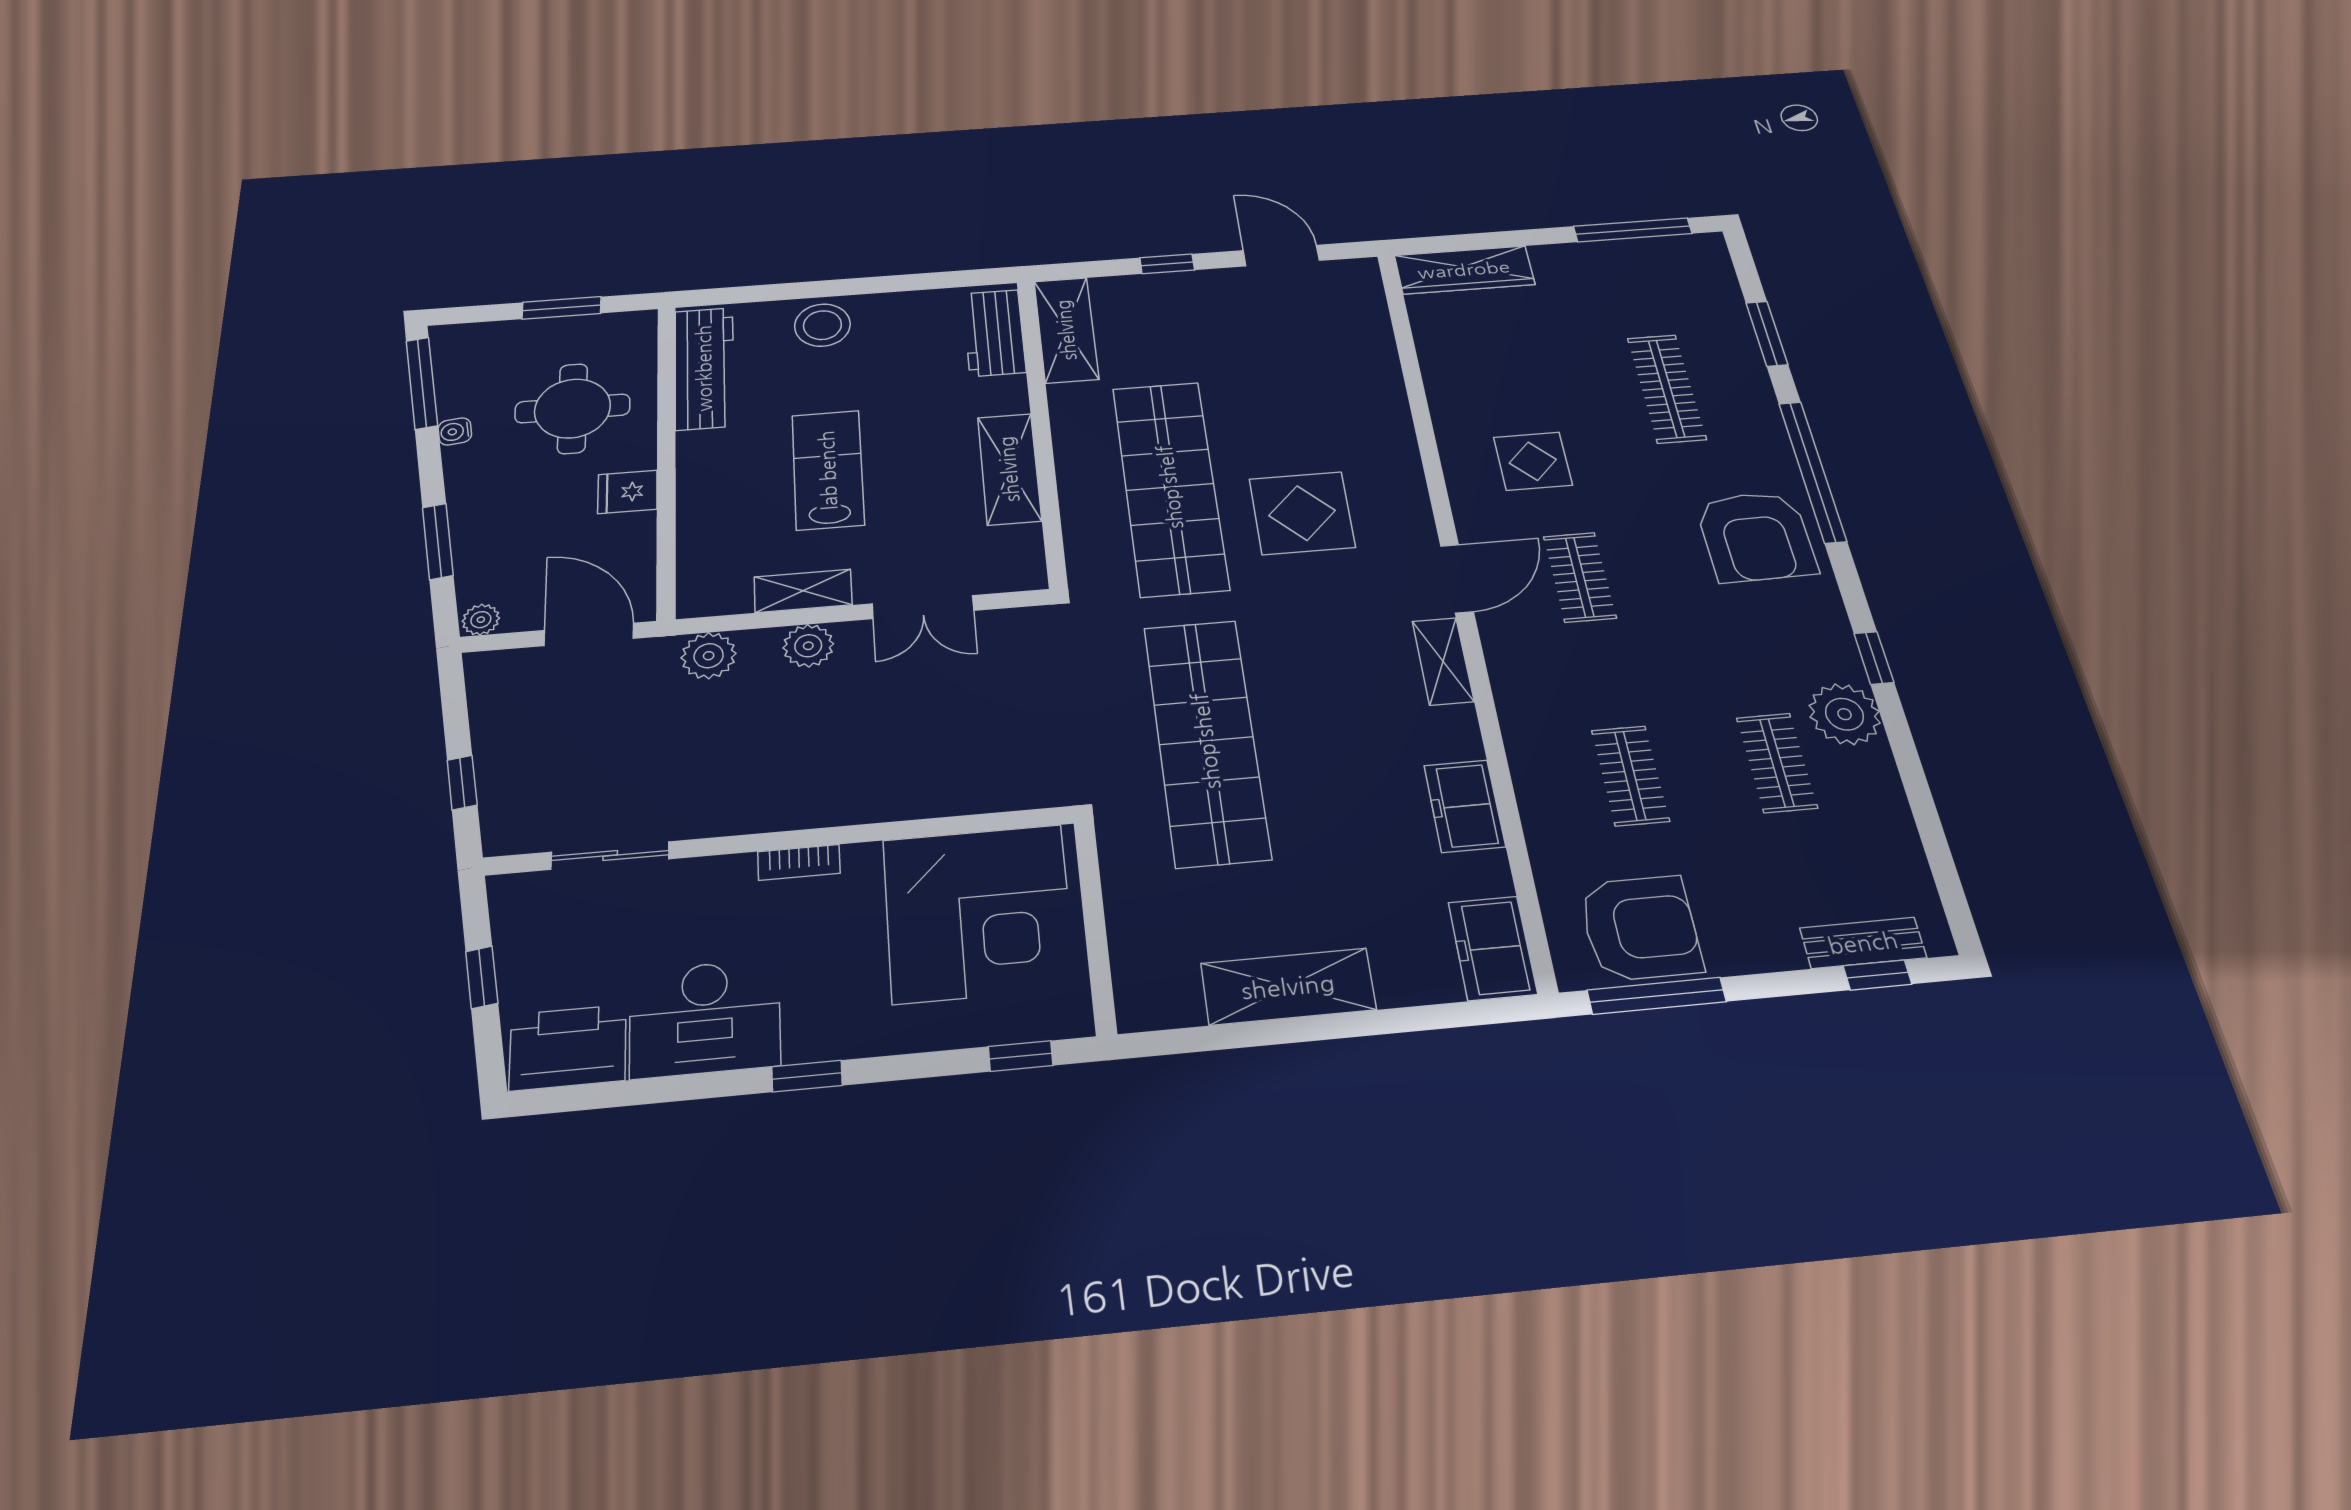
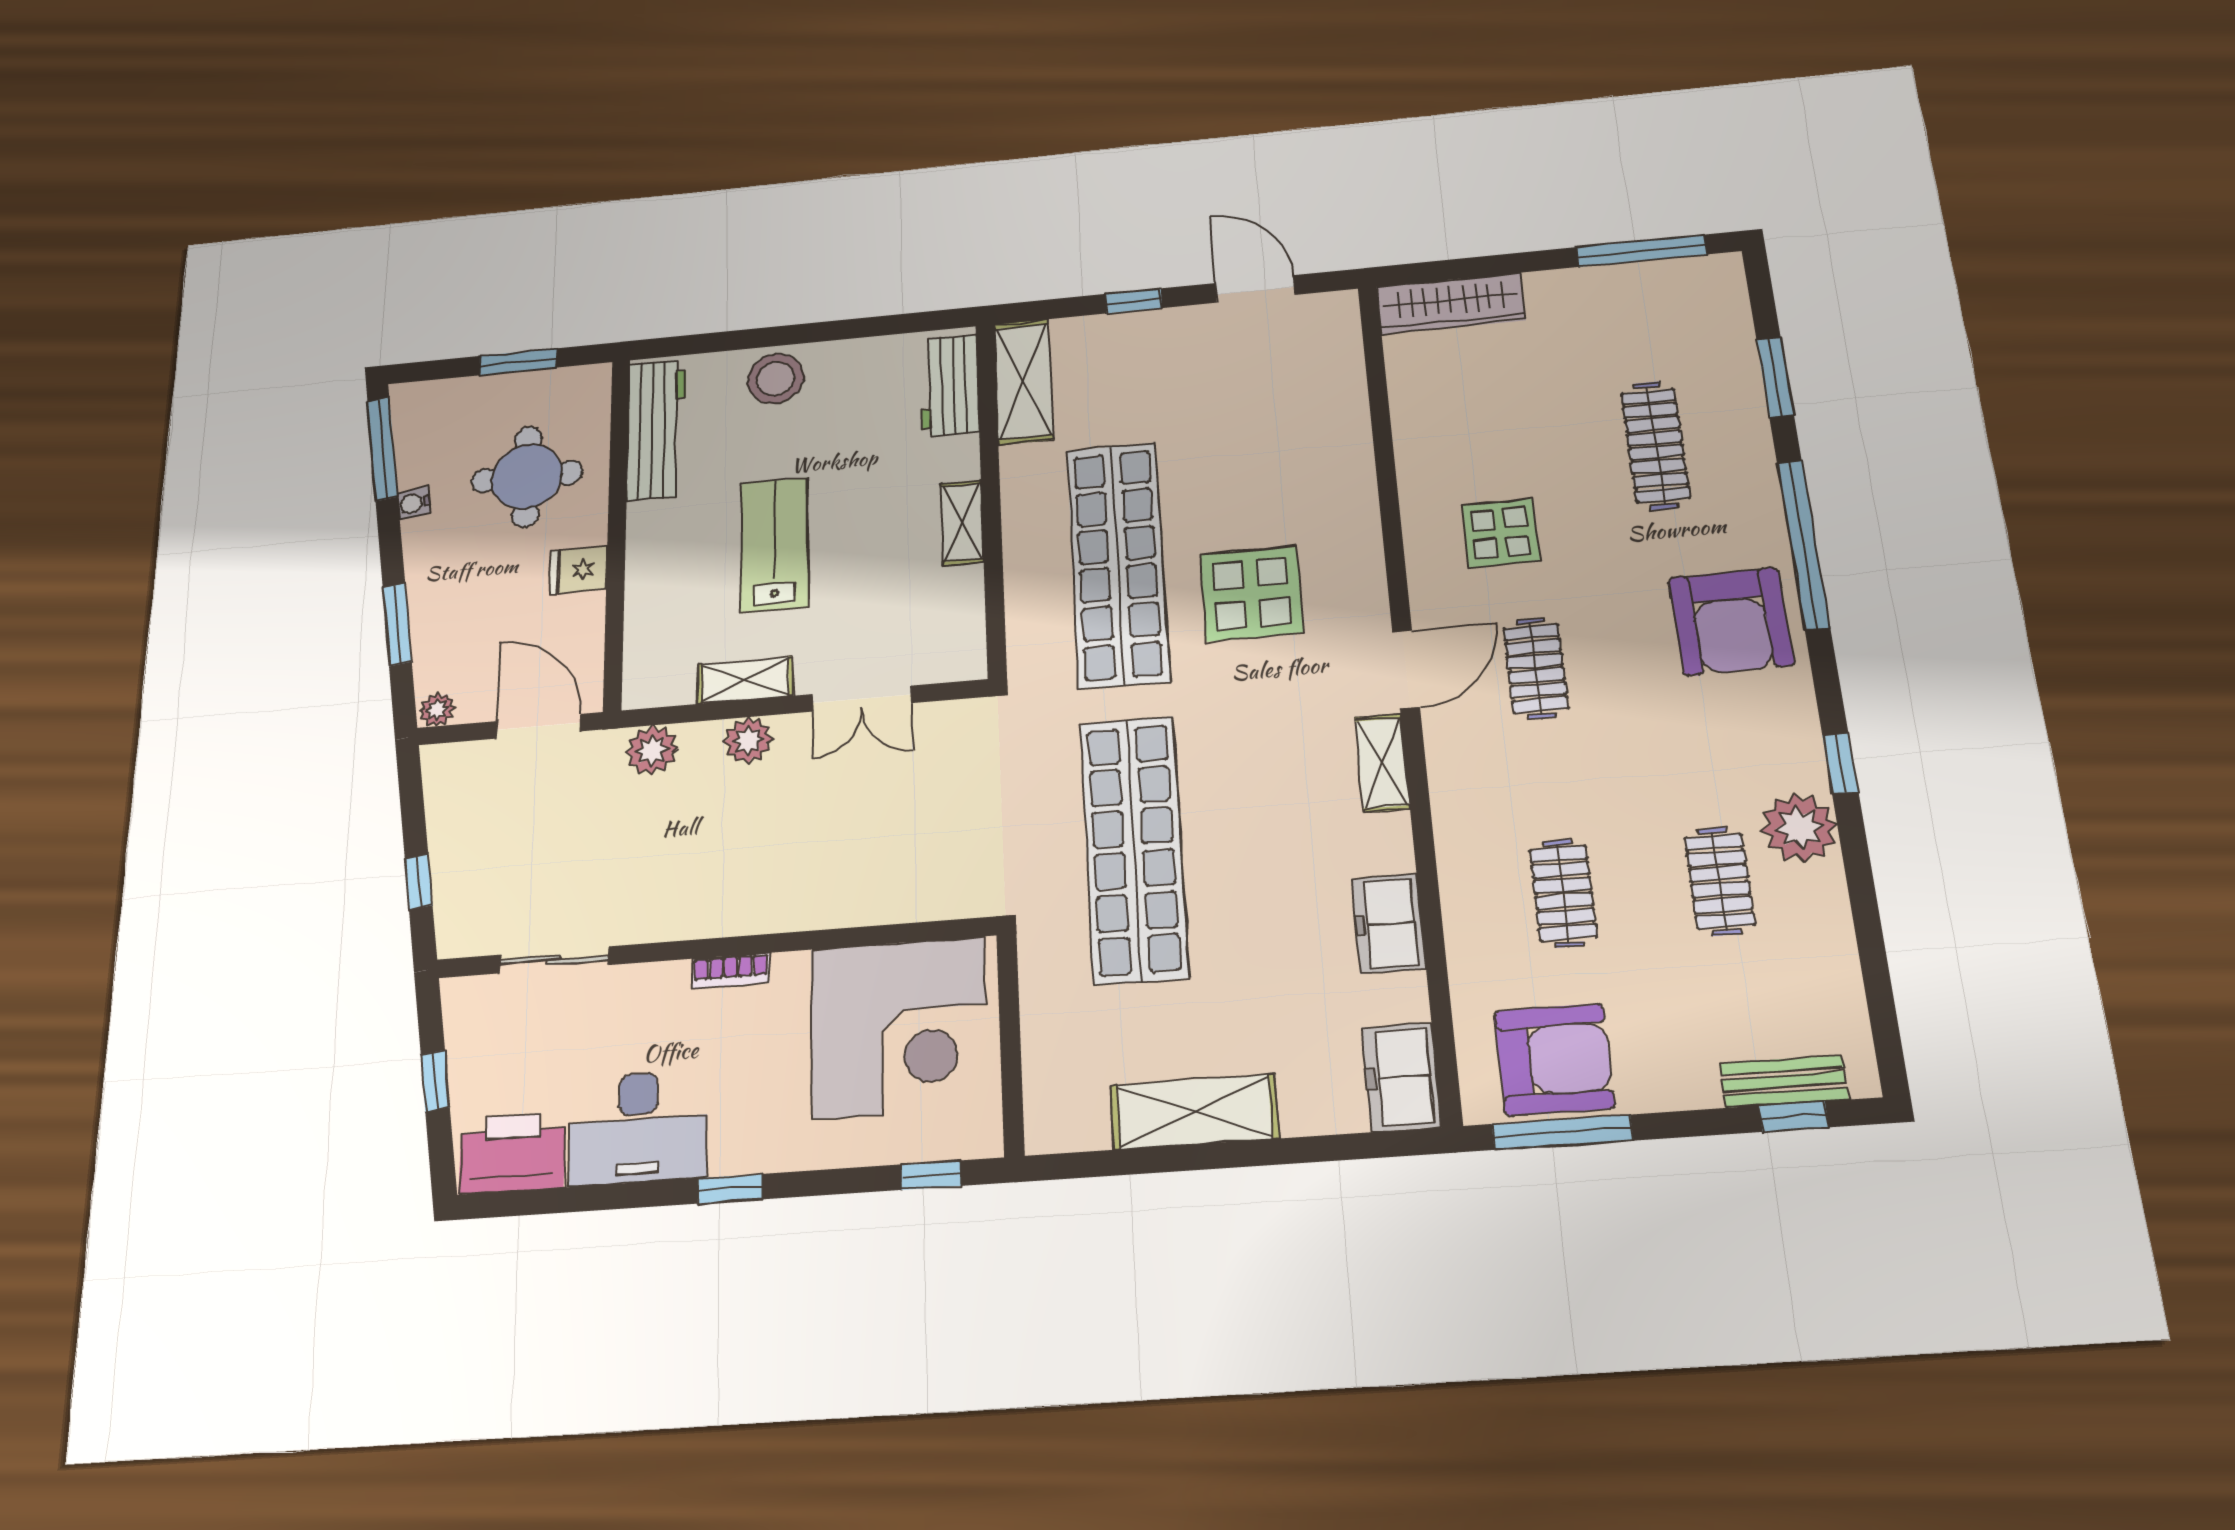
shelving: (1009, 469) -> (962, 522), width x0.67, depth x0.75

